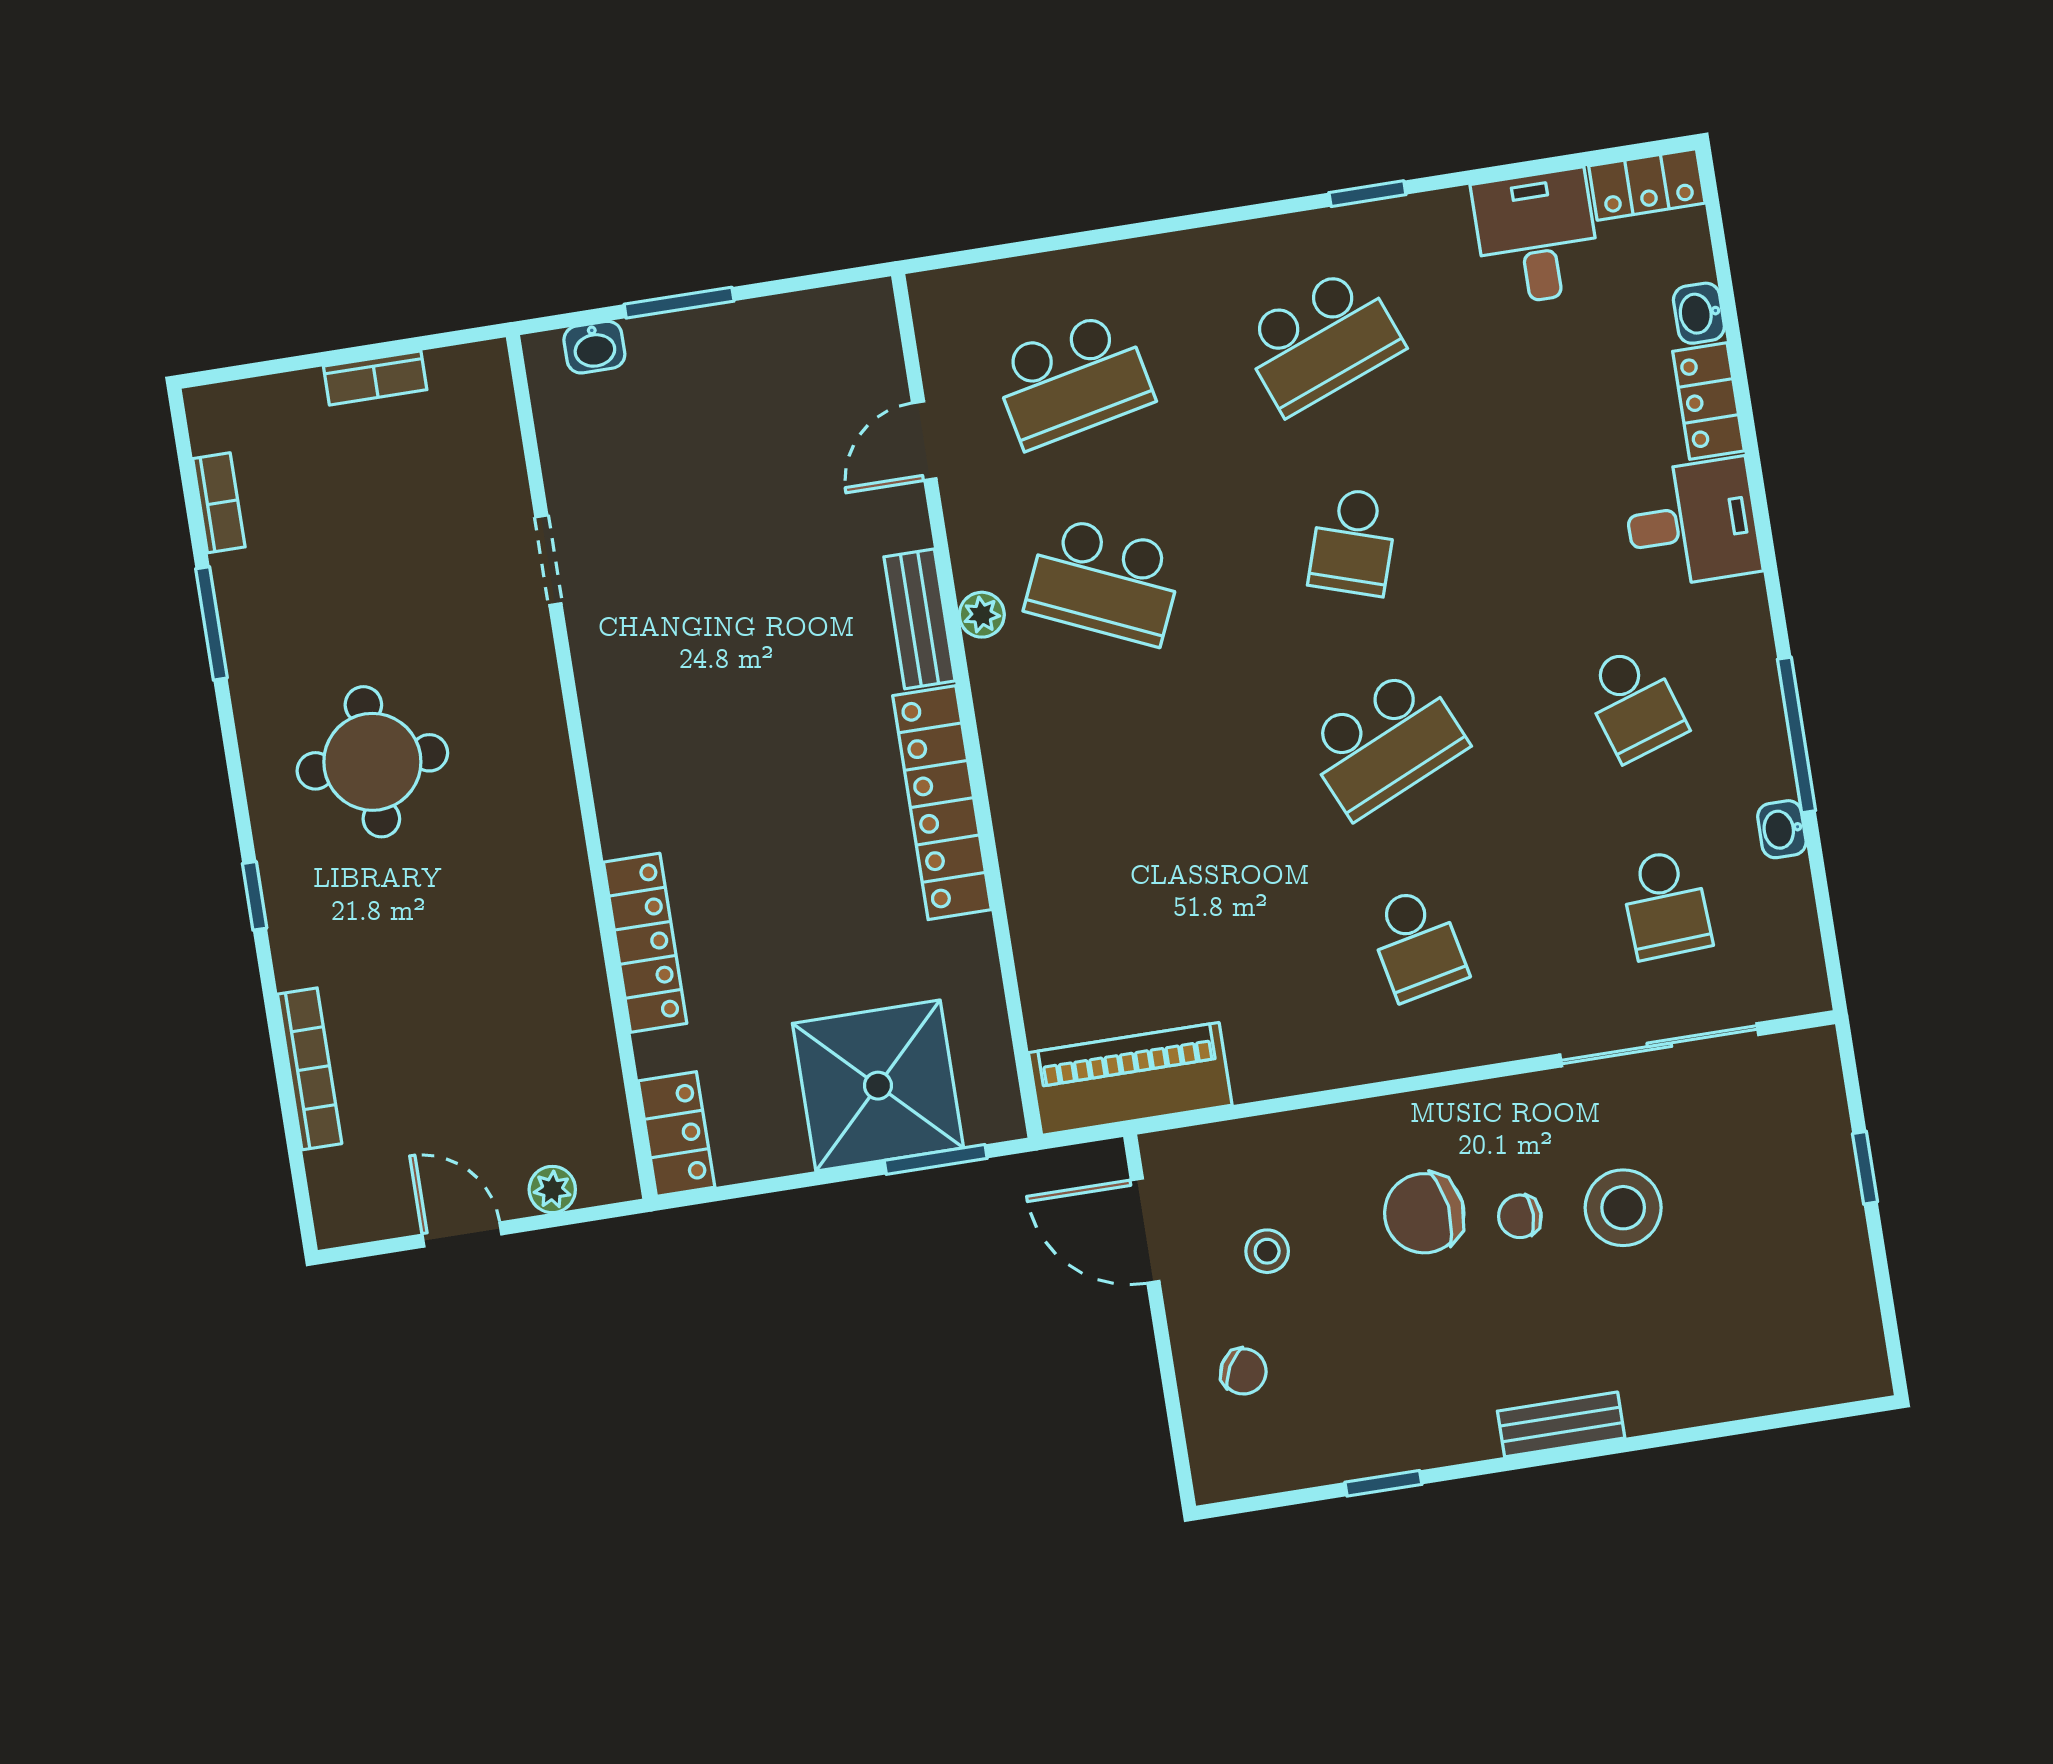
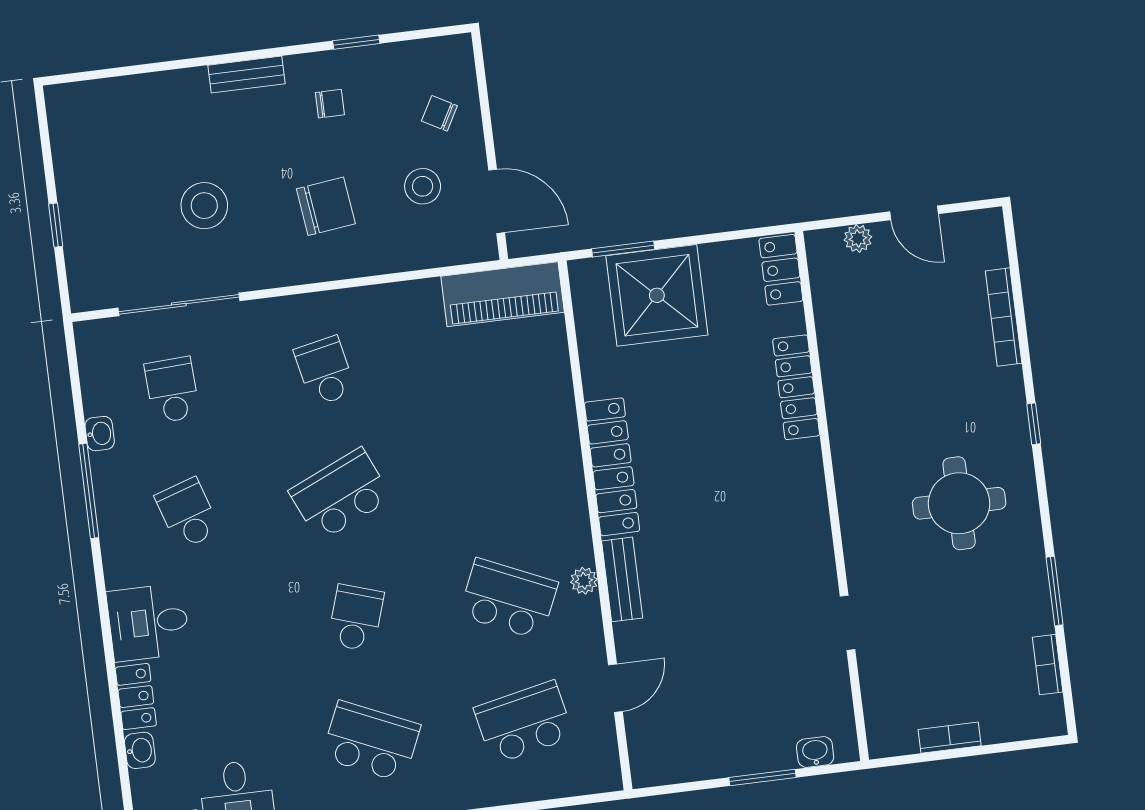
school desk: (1321, 340) -> (371, 741), turned 45
chair: (1520, 1216) -> (330, 104), moved
stool: (1267, 1251) -> (423, 186), width x1.37, depth x1.37

